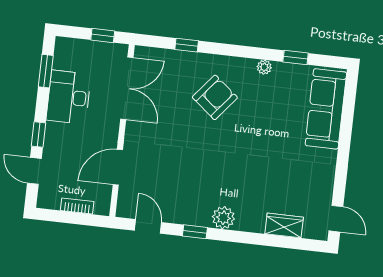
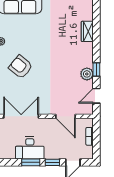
window: (46, 71) -> (31, 162), moved
plant: (223, 218) -> (87, 74), moved
wardrobe: (284, 225) -> (87, 31), moved

